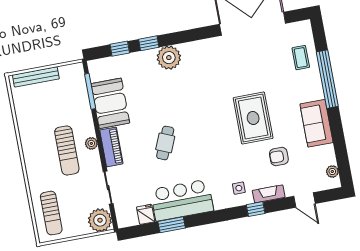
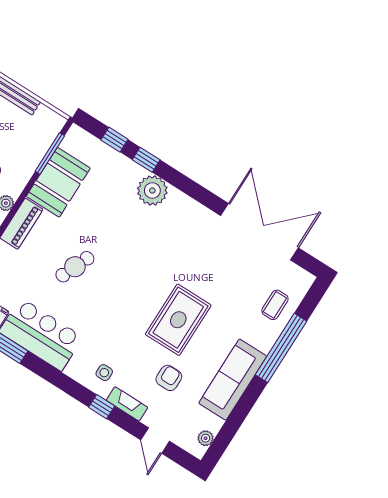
sofa: (316, 123) -> (233, 380), width x1.36
armchair: (279, 157) -> (169, 378), turned 90

